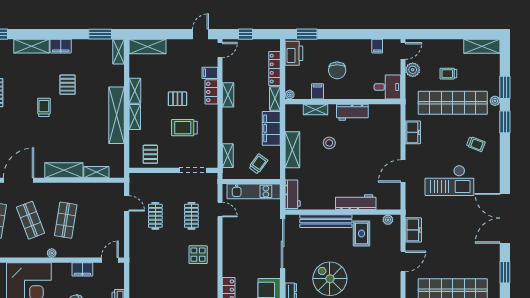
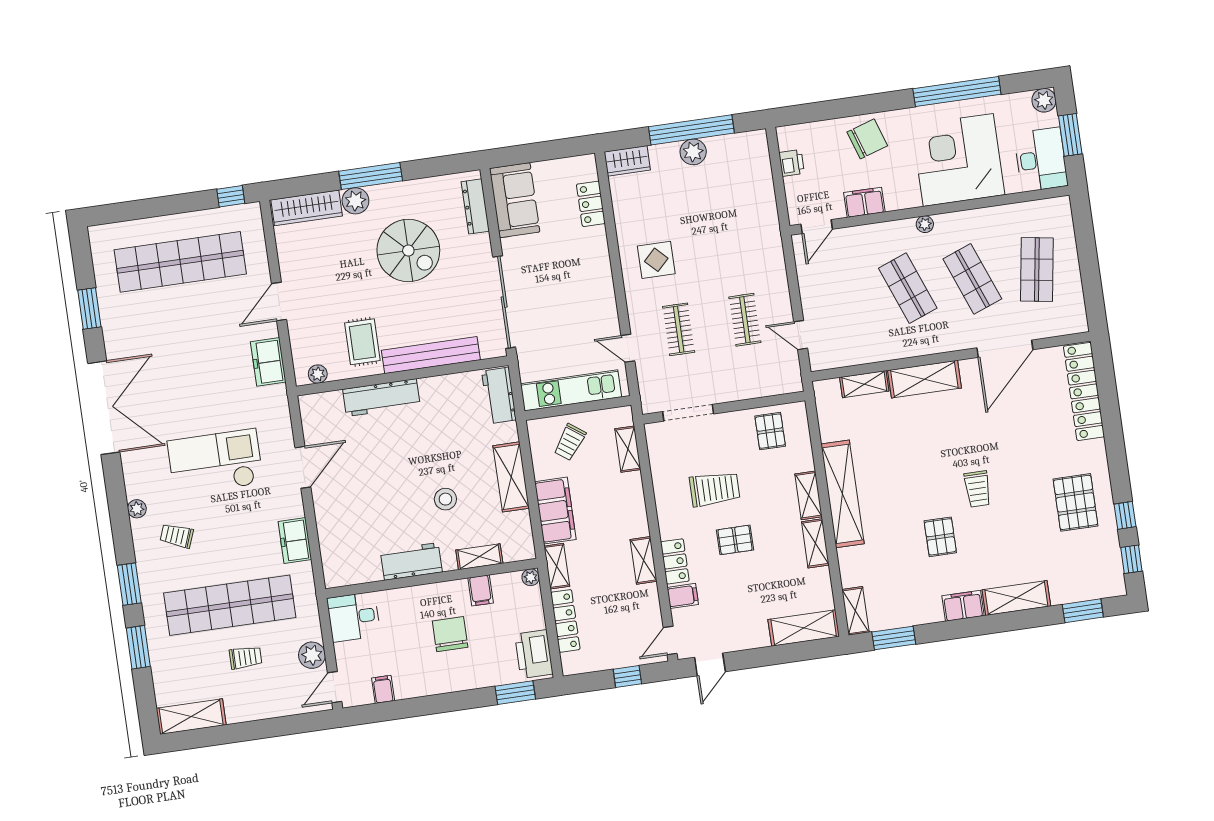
plant: (495, 101) -> (137, 509), moved
shop shelf: (66, 220) -> (908, 288), turned -30

